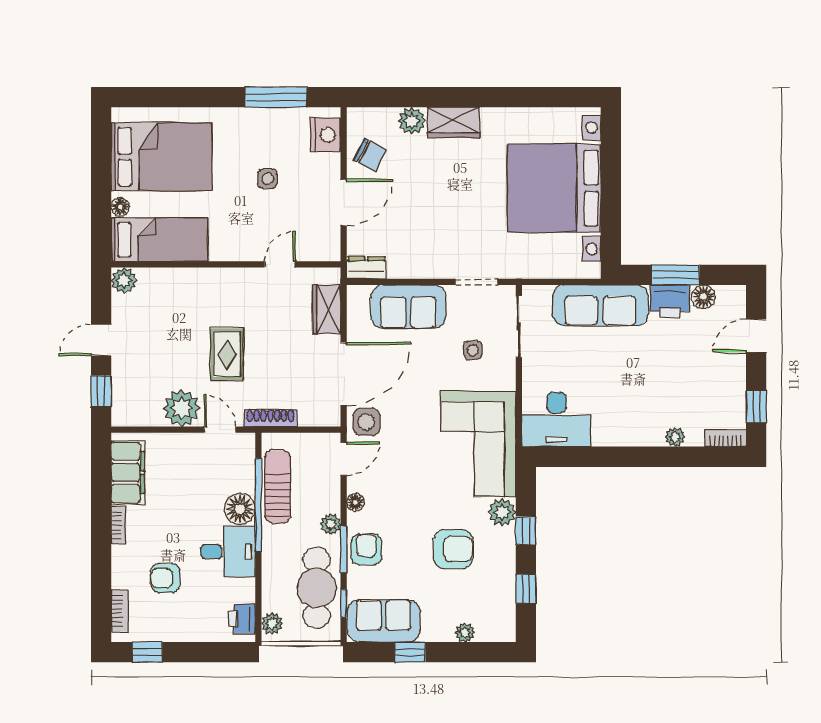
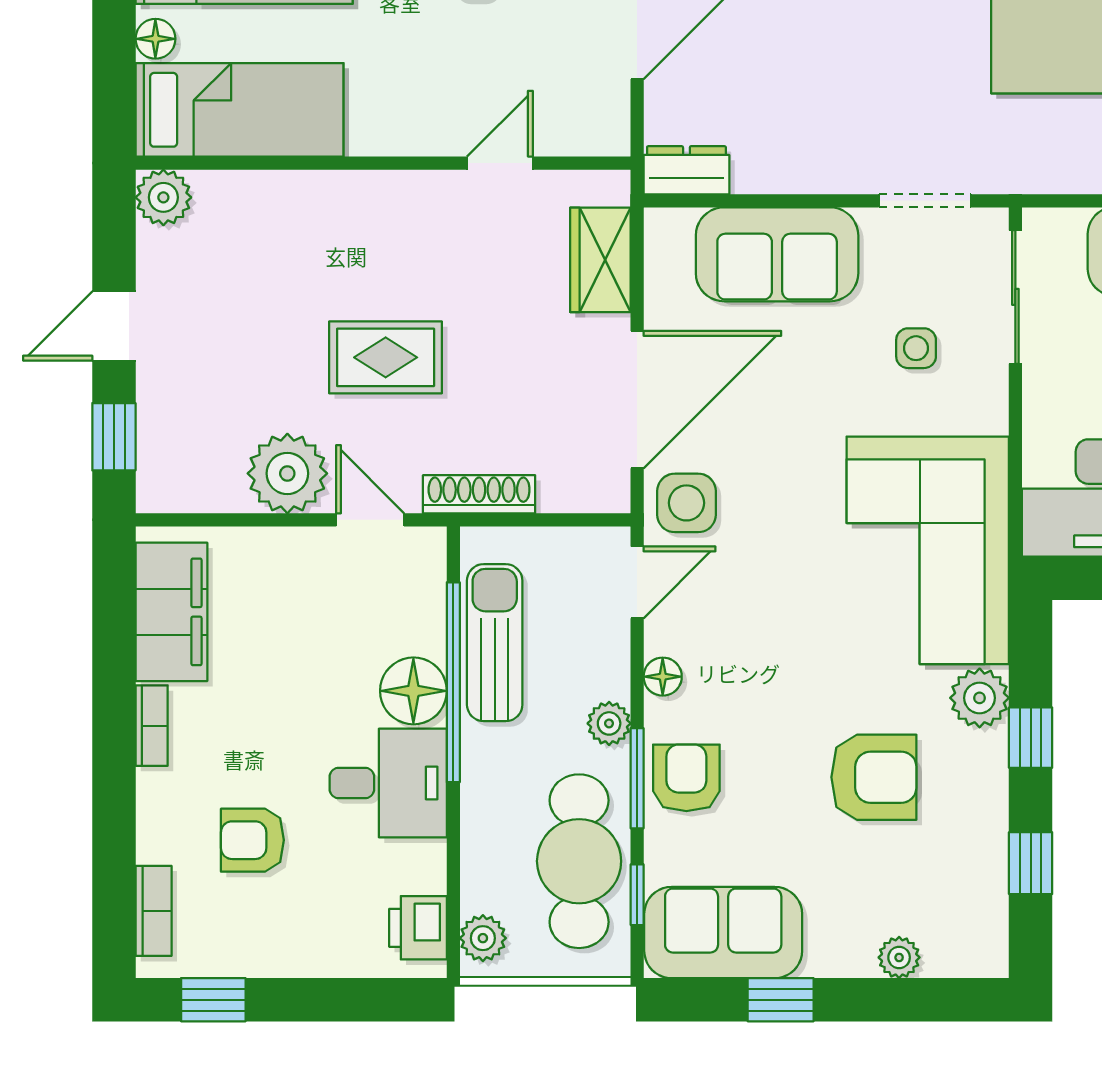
rug: (227, 354) -> (386, 357), turned 90

